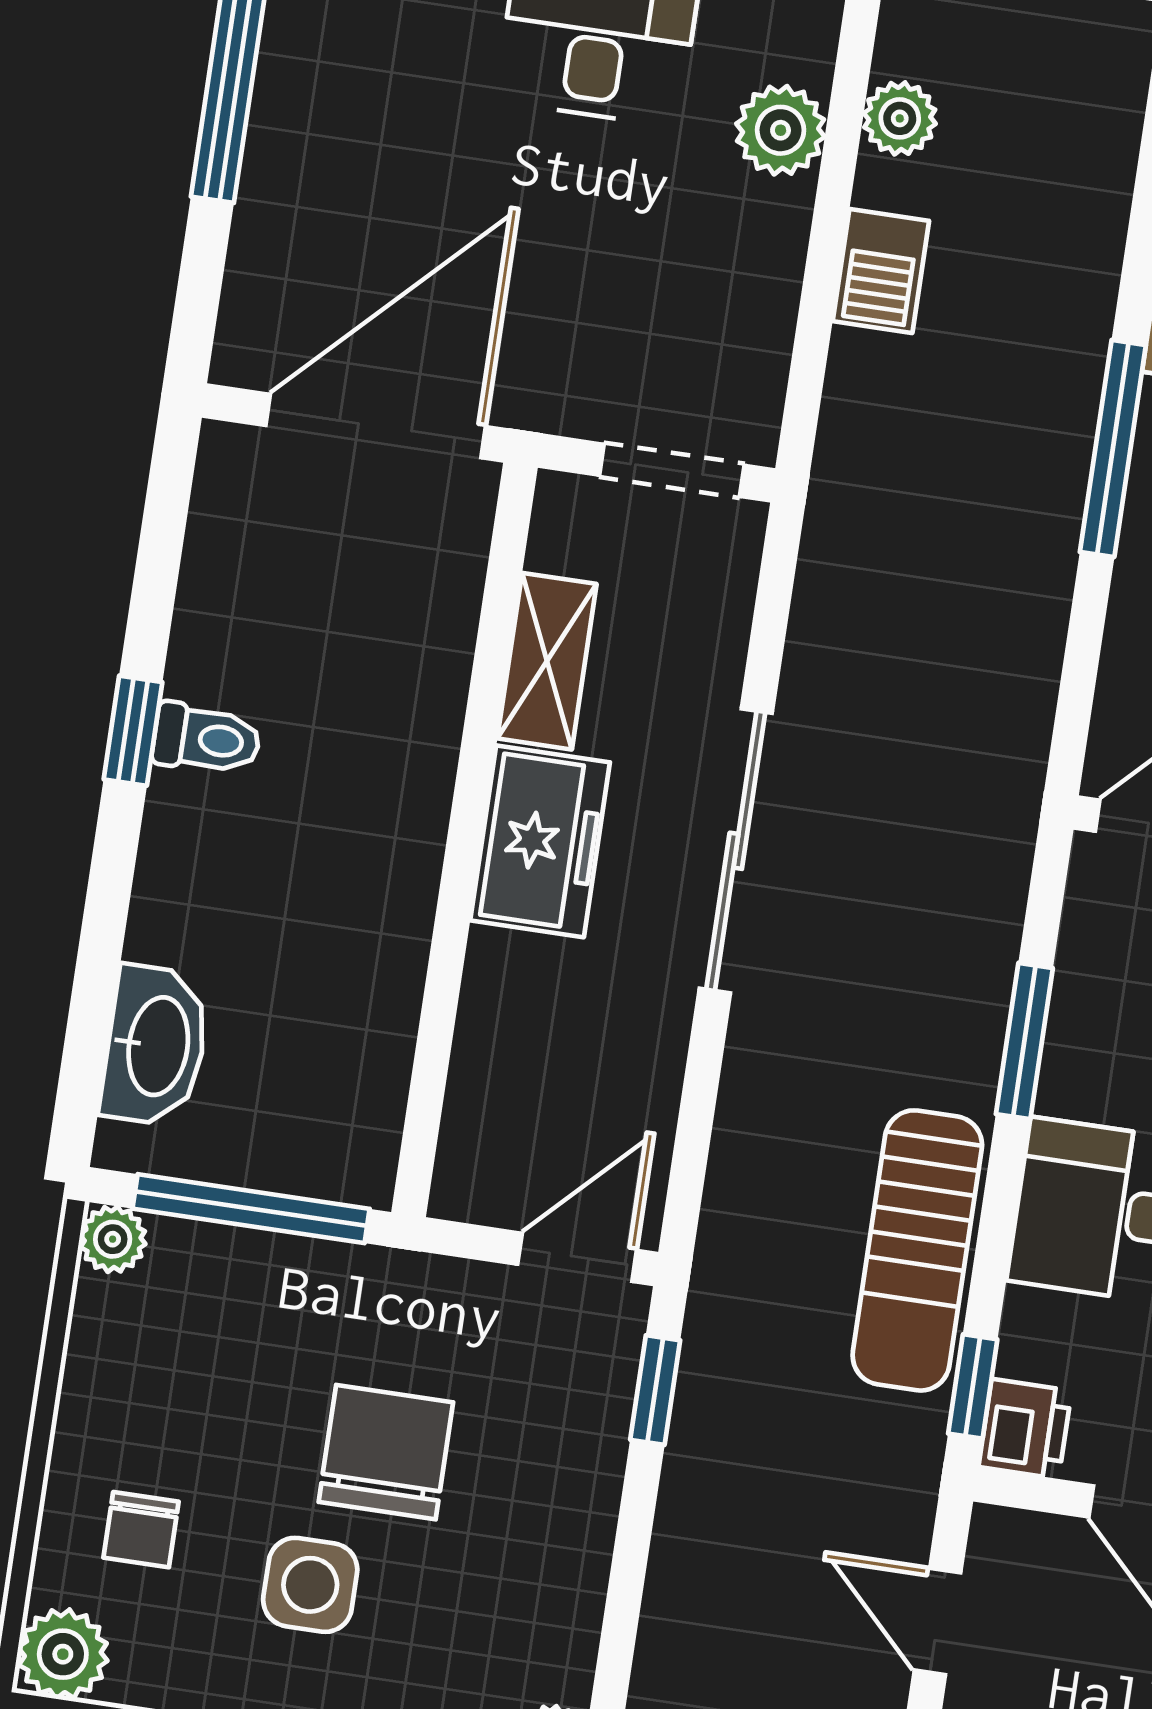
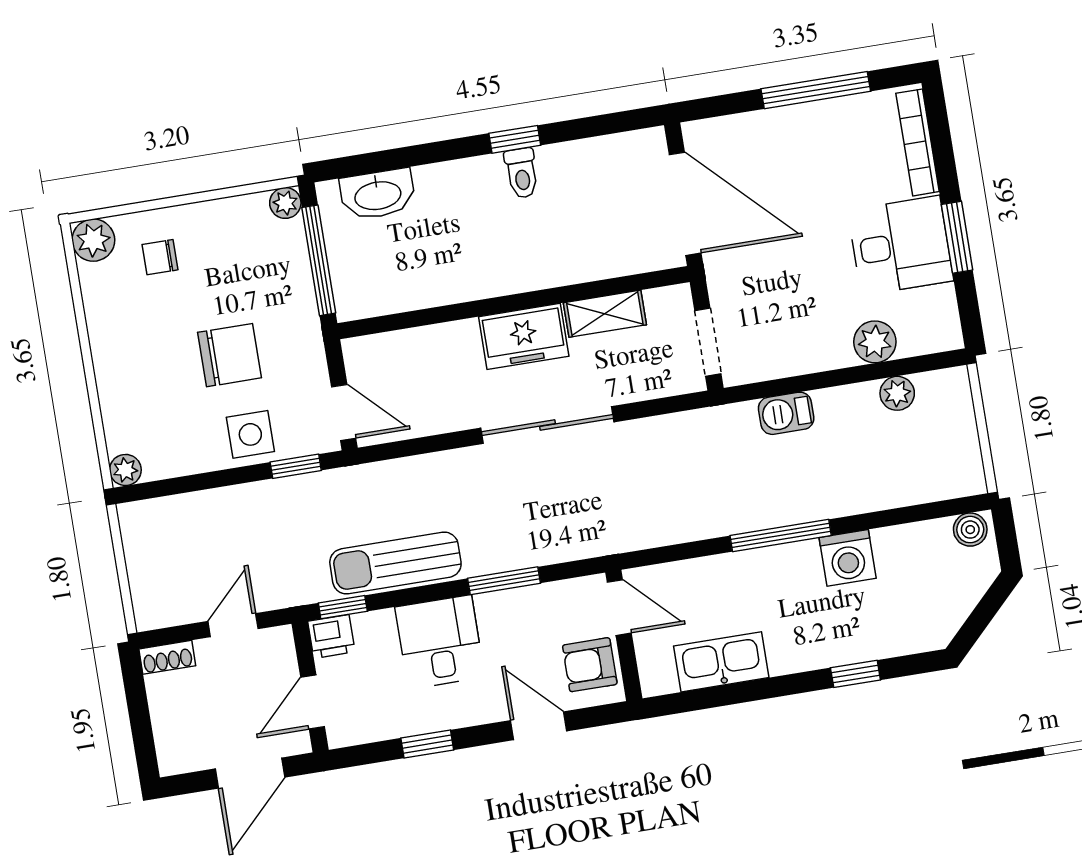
barbecue: (881, 271) -> (786, 413), moved
side table: (310, 1585) -> (250, 434), moved

